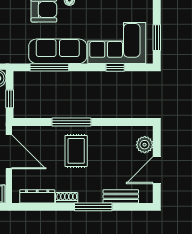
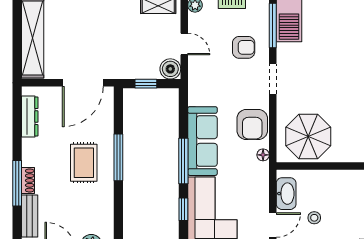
window: (49, 67) -> (183, 161), moved
rug: (76, 151) -> (84, 163), turned 90
shoe rack: (67, 198) -> (28, 180), moved

